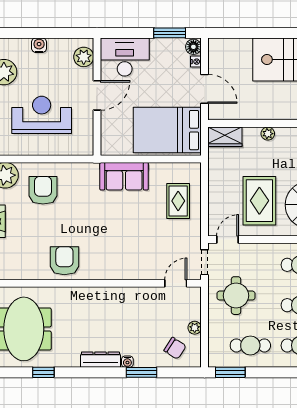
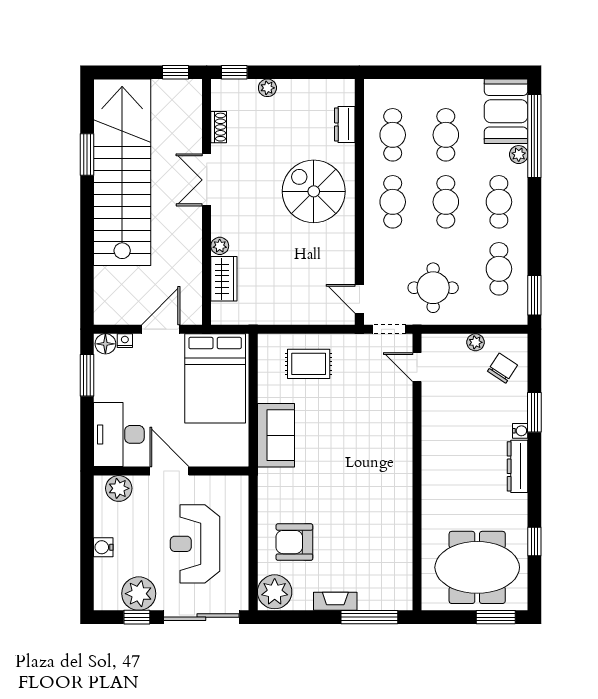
wardrobe: (225, 137) -> (224, 279), moved
rug: (259, 201) -> (308, 257), removed
armchair: (64, 261) -> (387, 514), removed

